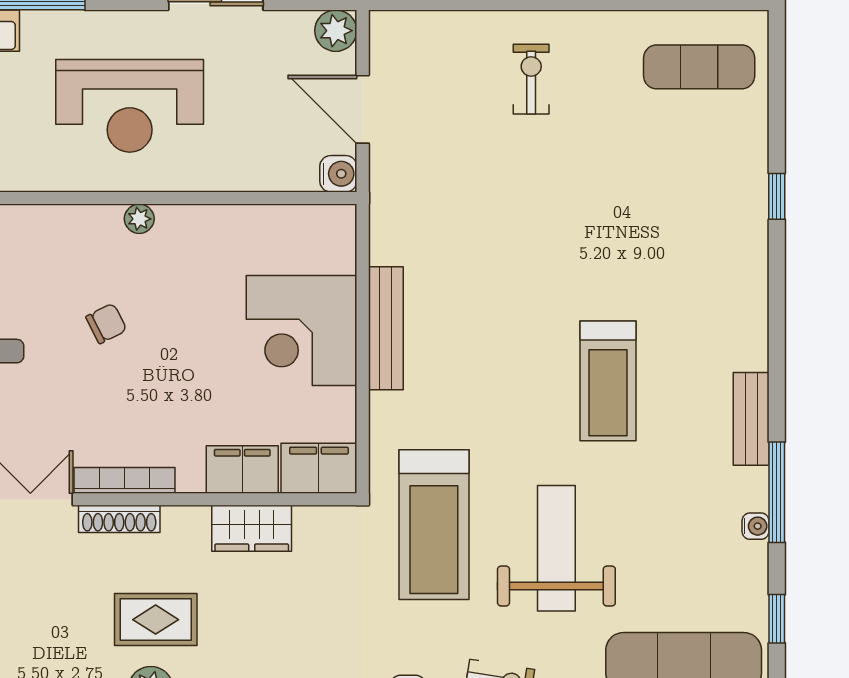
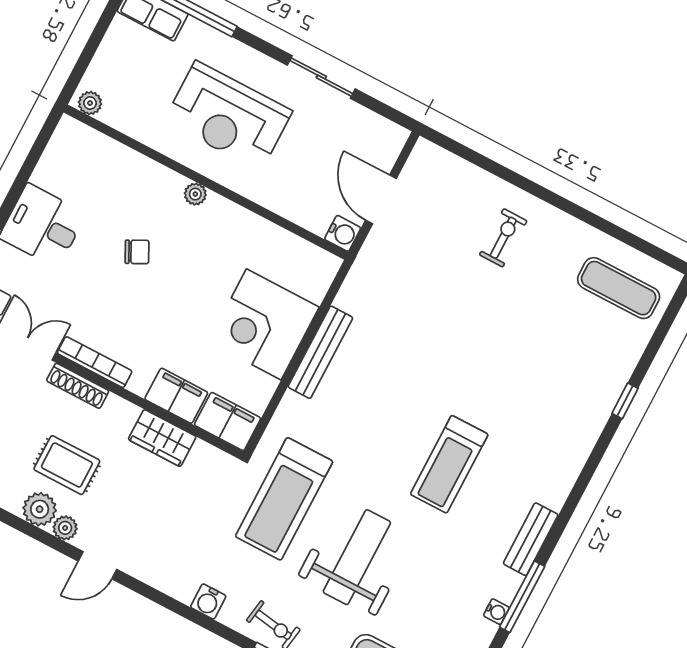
plant: (336, 31) -> (391, 138), removed

